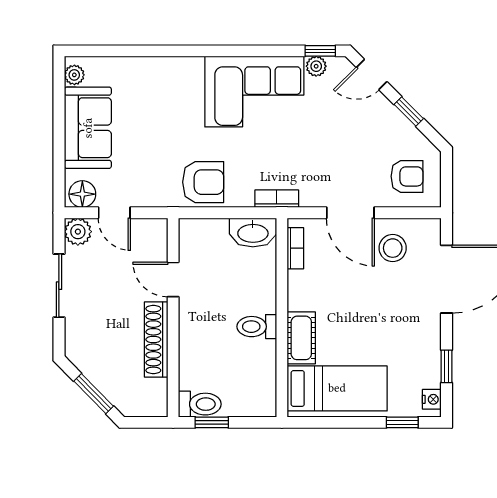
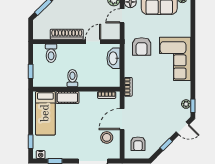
door: (372, 75) -> (182, 128), swing flipped
corner sofa: (254, 92) -> (175, 59), moved
armchair: (203, 182) -> (142, 47), moved
washbasin: (253, 232) -> (113, 58), moved
toilet: (200, 404) -> (51, 53), moved
window: (212, 422) -> (31, 71), moved

